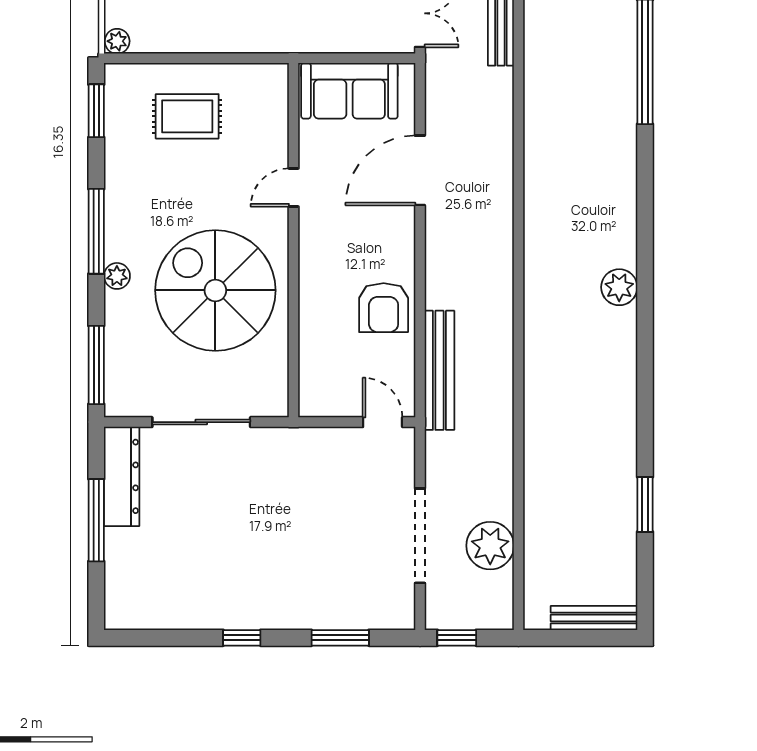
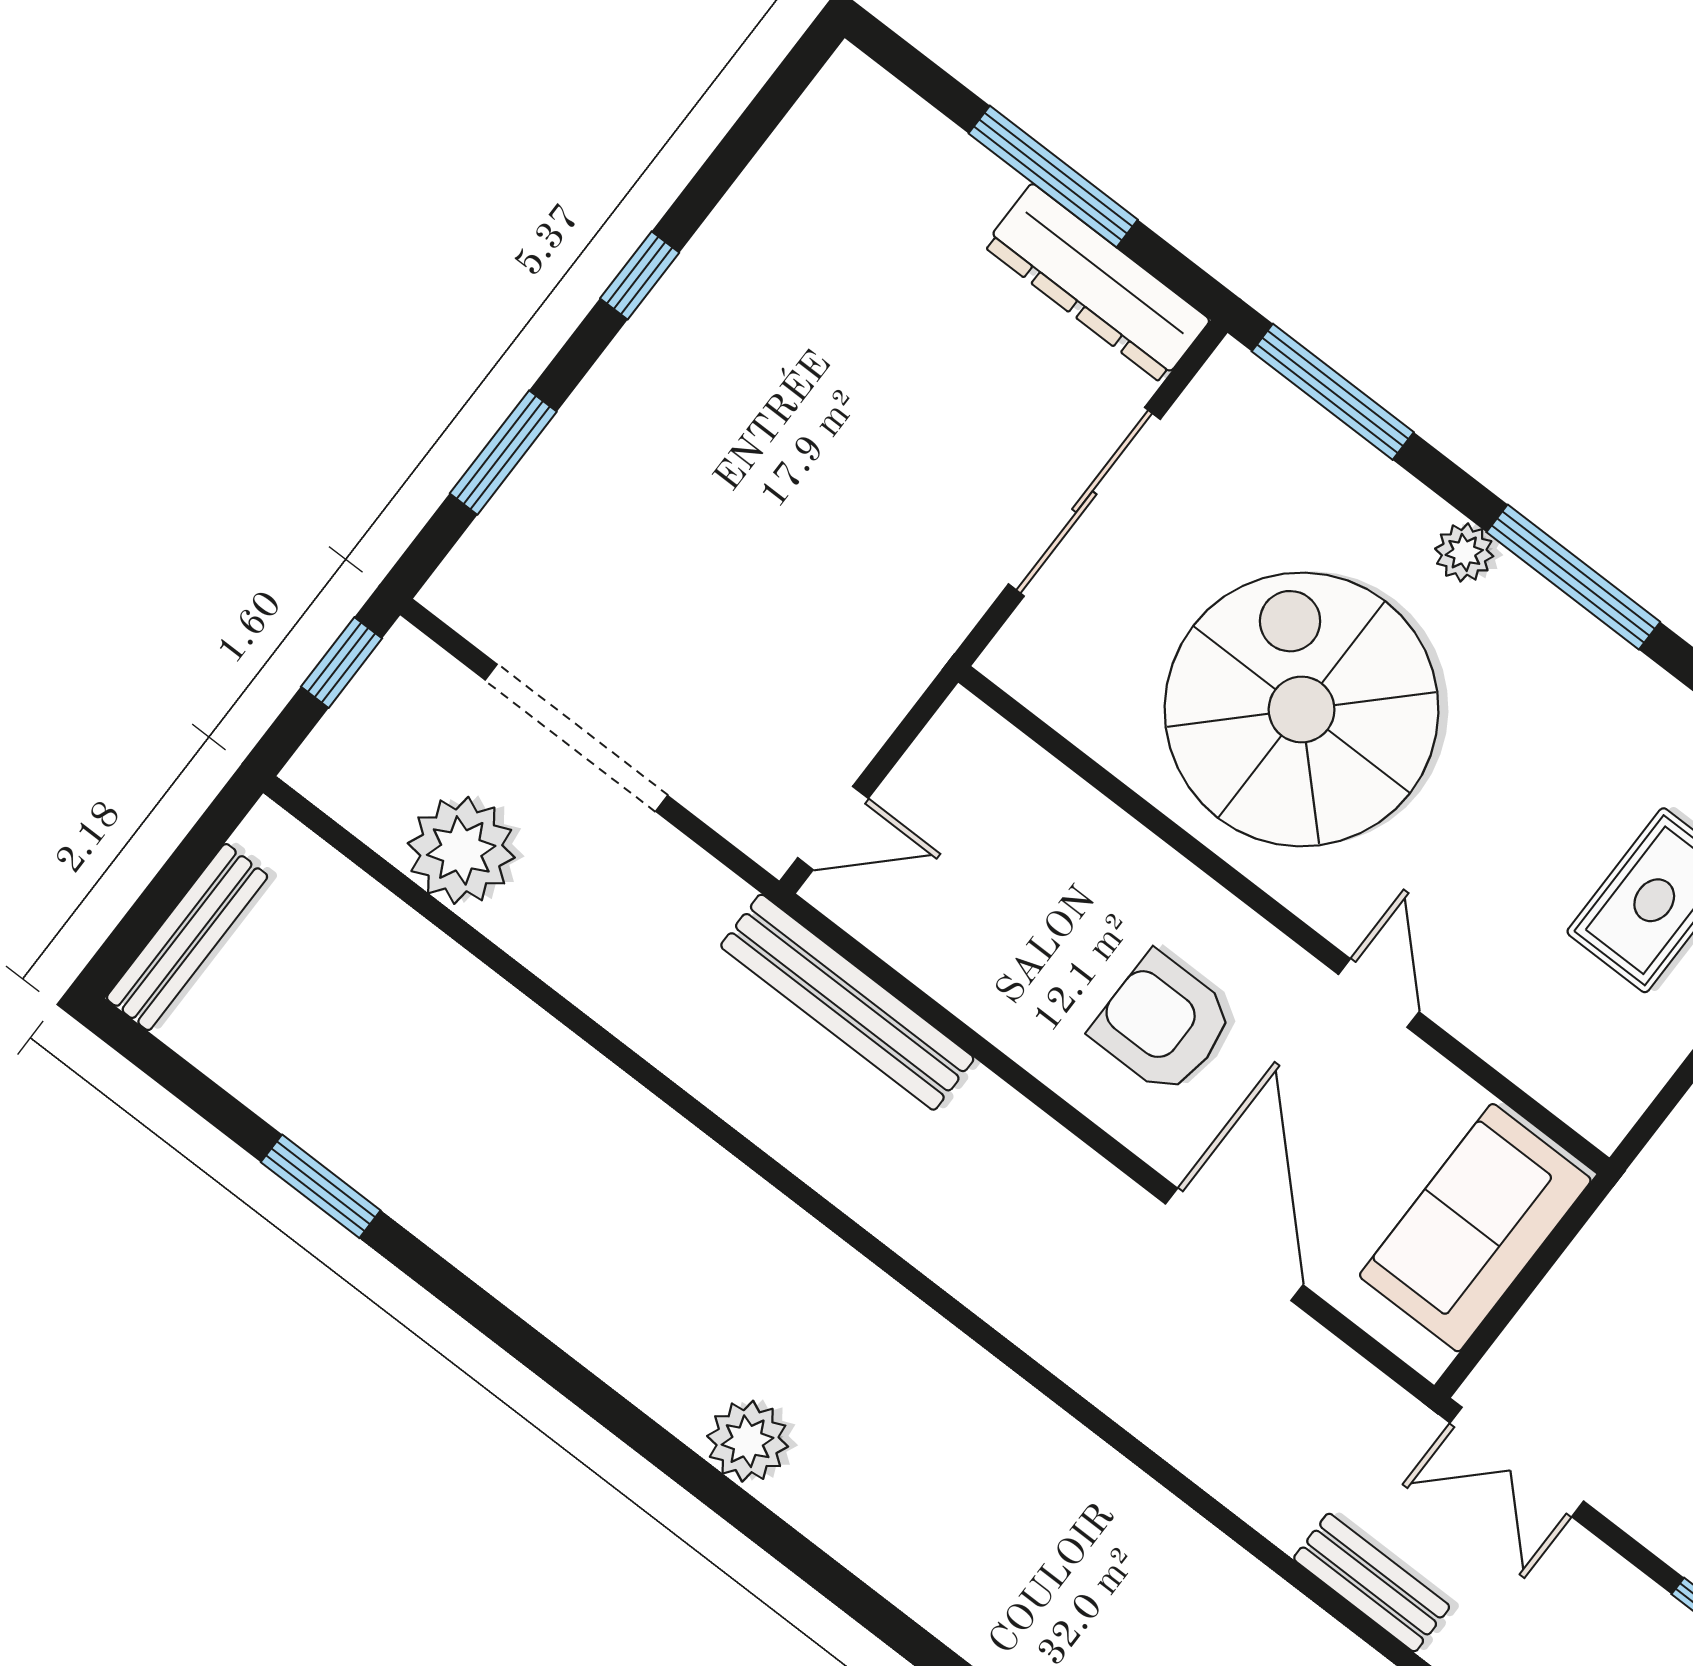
spiral stairs: (215, 290) -> (1302, 709), turned -90
armchair: (384, 308) -> (1163, 1024), moved

